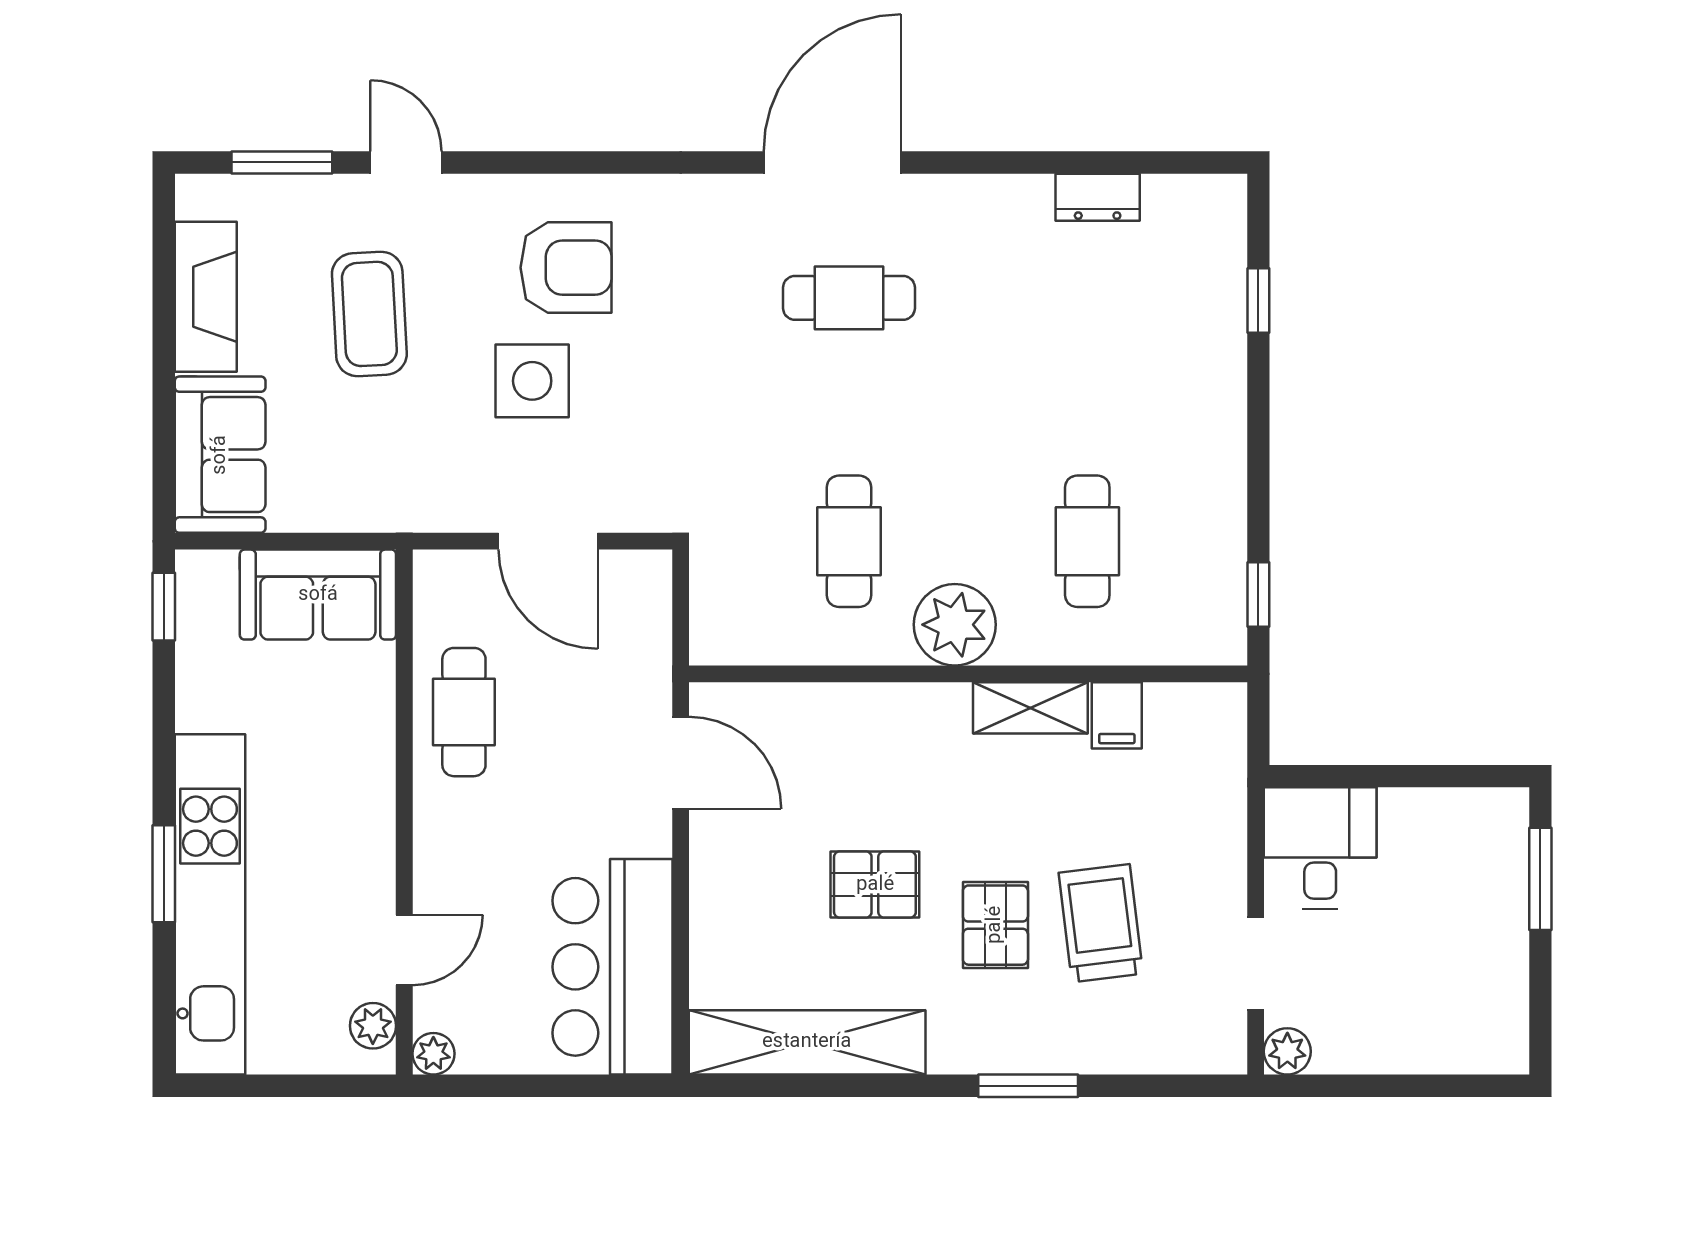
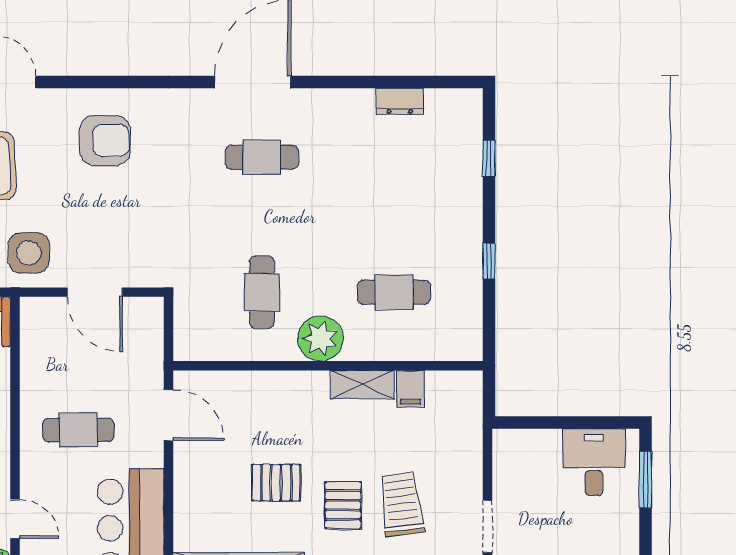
side table: (532, 381) -> (29, 253), moved
cafe table: (1087, 541) -> (394, 292), turned 90
window: (1258, 595) -> (489, 261), moved
cafe table: (464, 712) -> (78, 430), moved, turned 90
desk: (1320, 848) -> (594, 462), moved
door: (404, 950) -> (15, 519), hinge flipped

